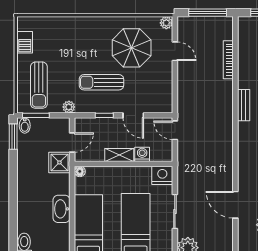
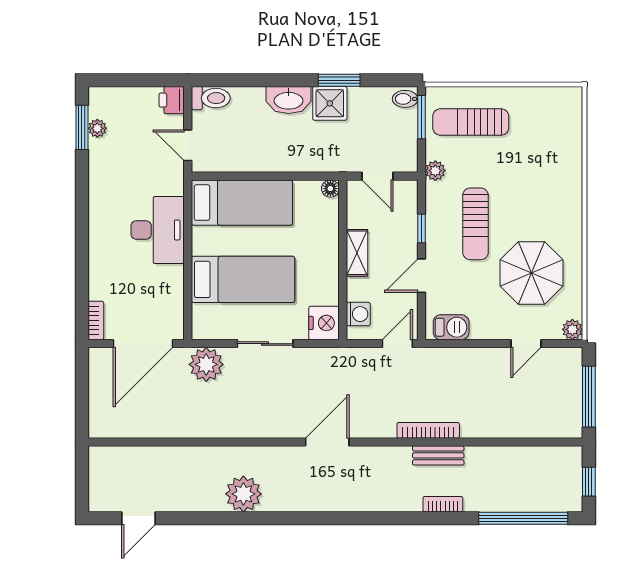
barbecue: (25, 42) -> (451, 327), moved, turned 180
bookcase: (228, 60) -> (428, 430), moved
sun lounger: (101, 82) -> (476, 224), turned 180
window: (13, 137) -> (339, 80), moved
washing machine: (142, 154) -> (358, 314), moved
shower: (59, 162) -> (330, 103), moved
door: (235, 205) -> (327, 442), moved
washbasin: (62, 209) -> (289, 100), moved, turned 180

